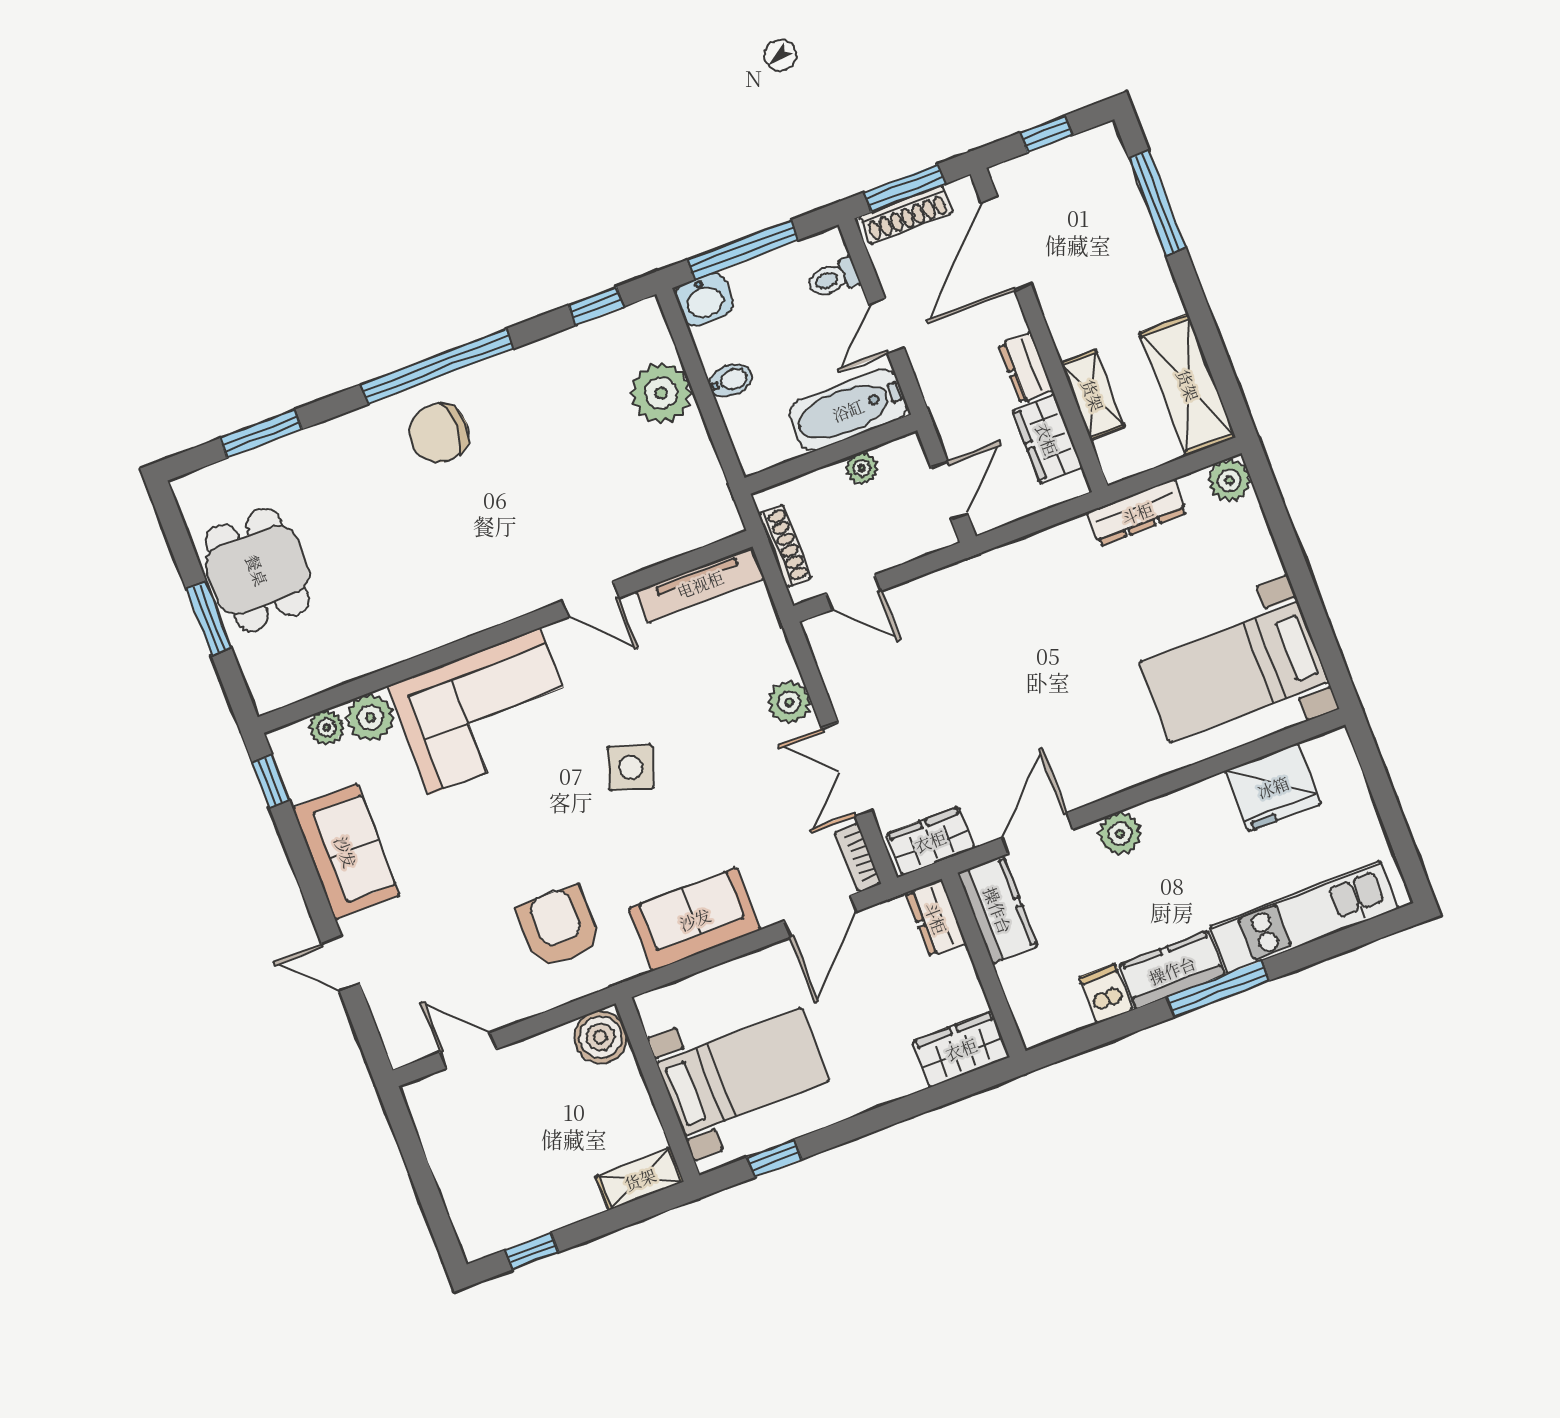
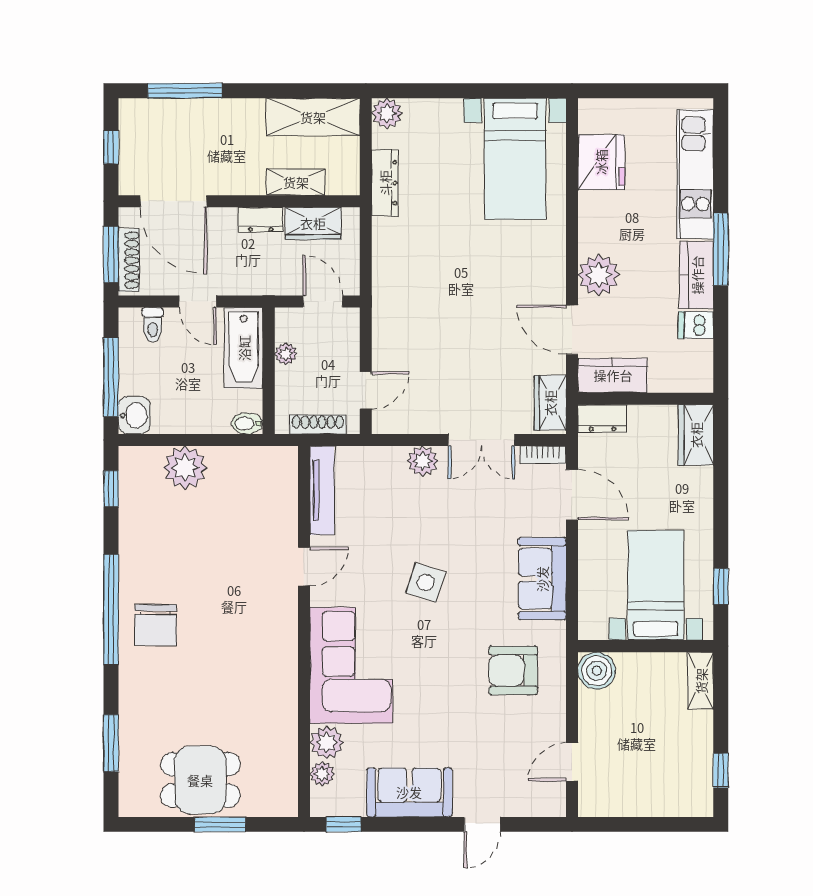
bidet: (731, 380) -> (247, 423), moved, turned -90
plant: (1120, 834) -> (599, 275), width x1.36, depth x1.36

